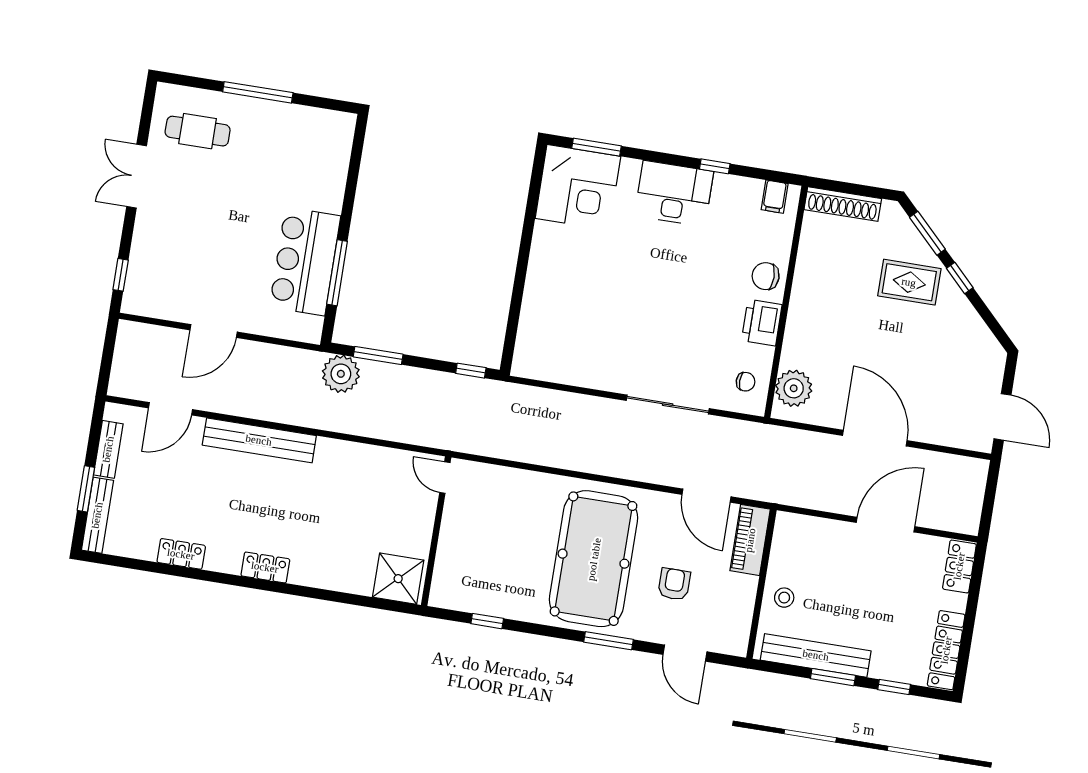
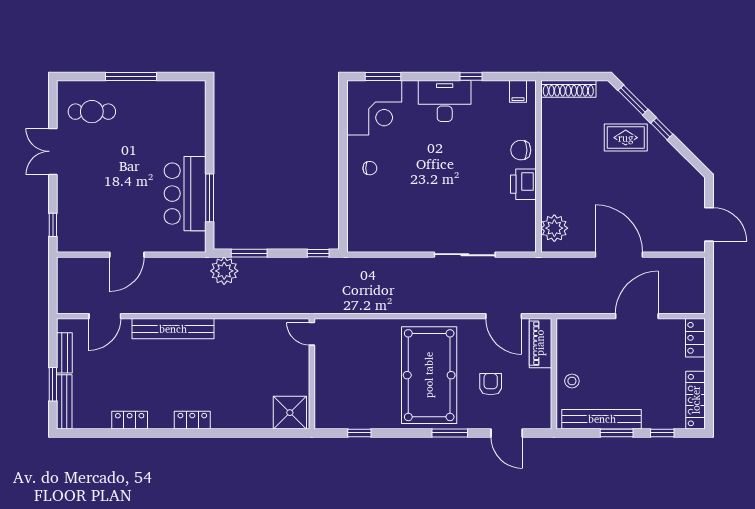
chair: (746, 382) -> (370, 168), moved

